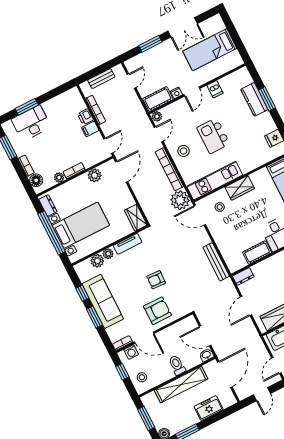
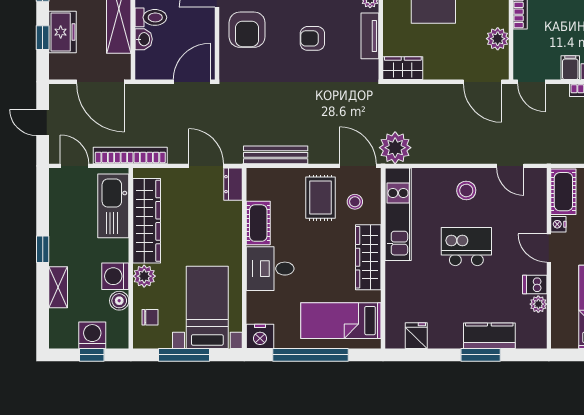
plant: (157, 116) -> (538, 304), moved
bookcase: (169, 169) -> (130, 155), moved
wardrobe: (240, 188) -> (368, 257), width x1.50
door: (200, 215) -> (358, 166), hinge flipped
rug: (227, 226) -> (320, 198), added
armchair: (156, 280) -> (312, 38), moved, turned -93
door: (246, 306) -> (206, 166), moved
door: (205, 336) -> (192, 82), moved
washbasin: (206, 355) -> (144, 39), moved
window: (217, 417) -> (43, 38), added

